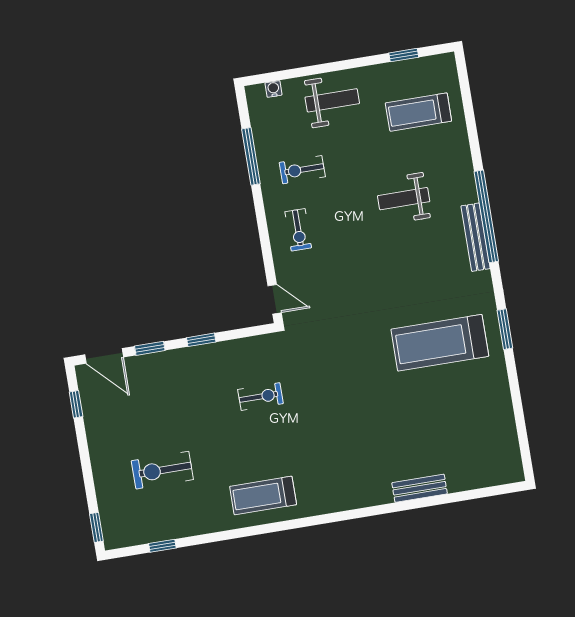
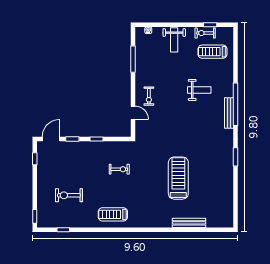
weight bench: (332, 100) -> (174, 40), turned 90
exercise bike: (302, 170) -> (205, 33), moved
weight bench: (404, 199) -> (199, 90), turned 180
door: (275, 299) -> (133, 113), moved
treadmill: (440, 343) -> (178, 178), moved, turned 90
door: (104, 356) -> (51, 139), swing flipped
bench: (420, 488) -> (189, 223), width x1.36

